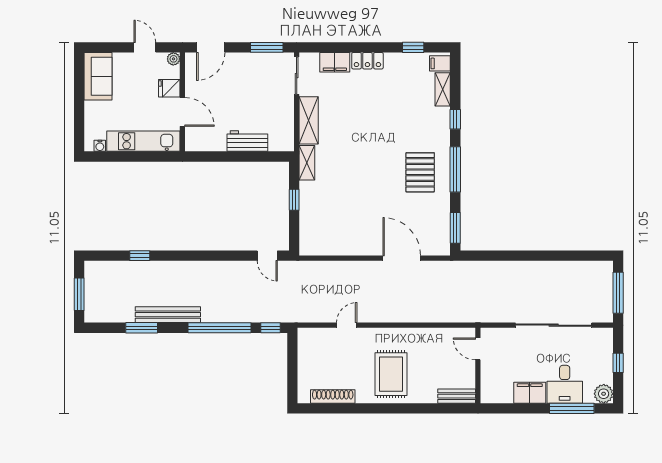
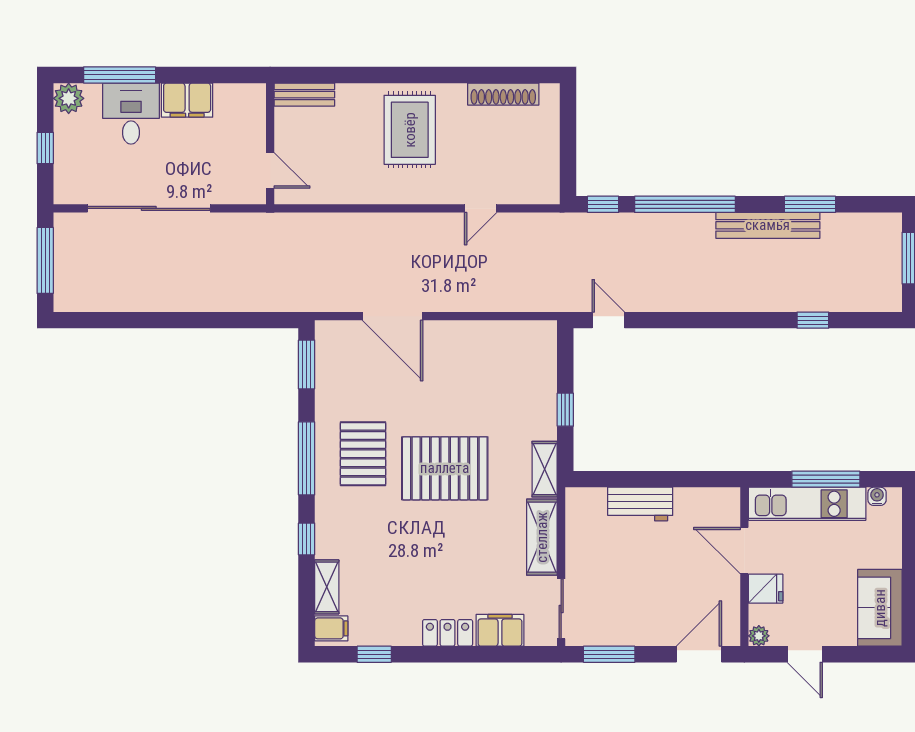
window: (132, 156) -> (826, 479), added
pallet: (369, 163) -> (445, 468), added

